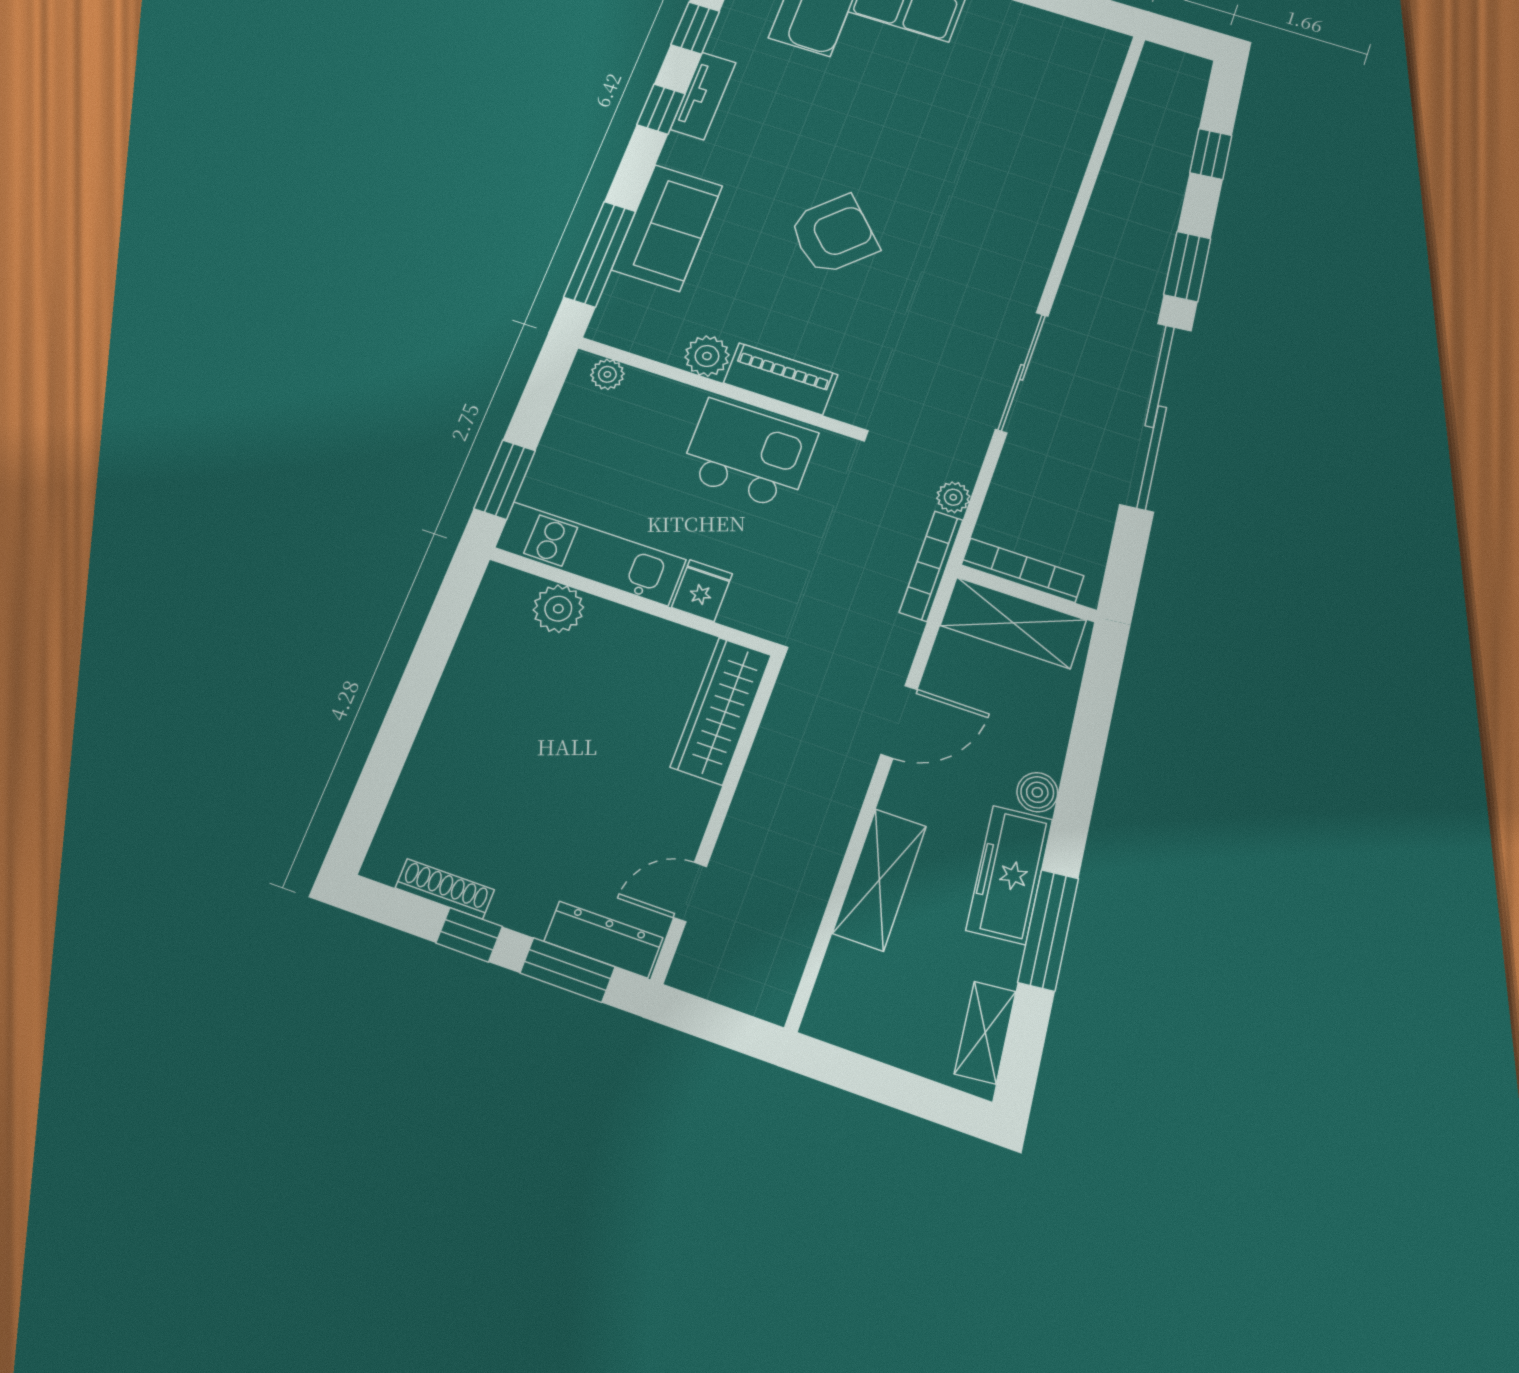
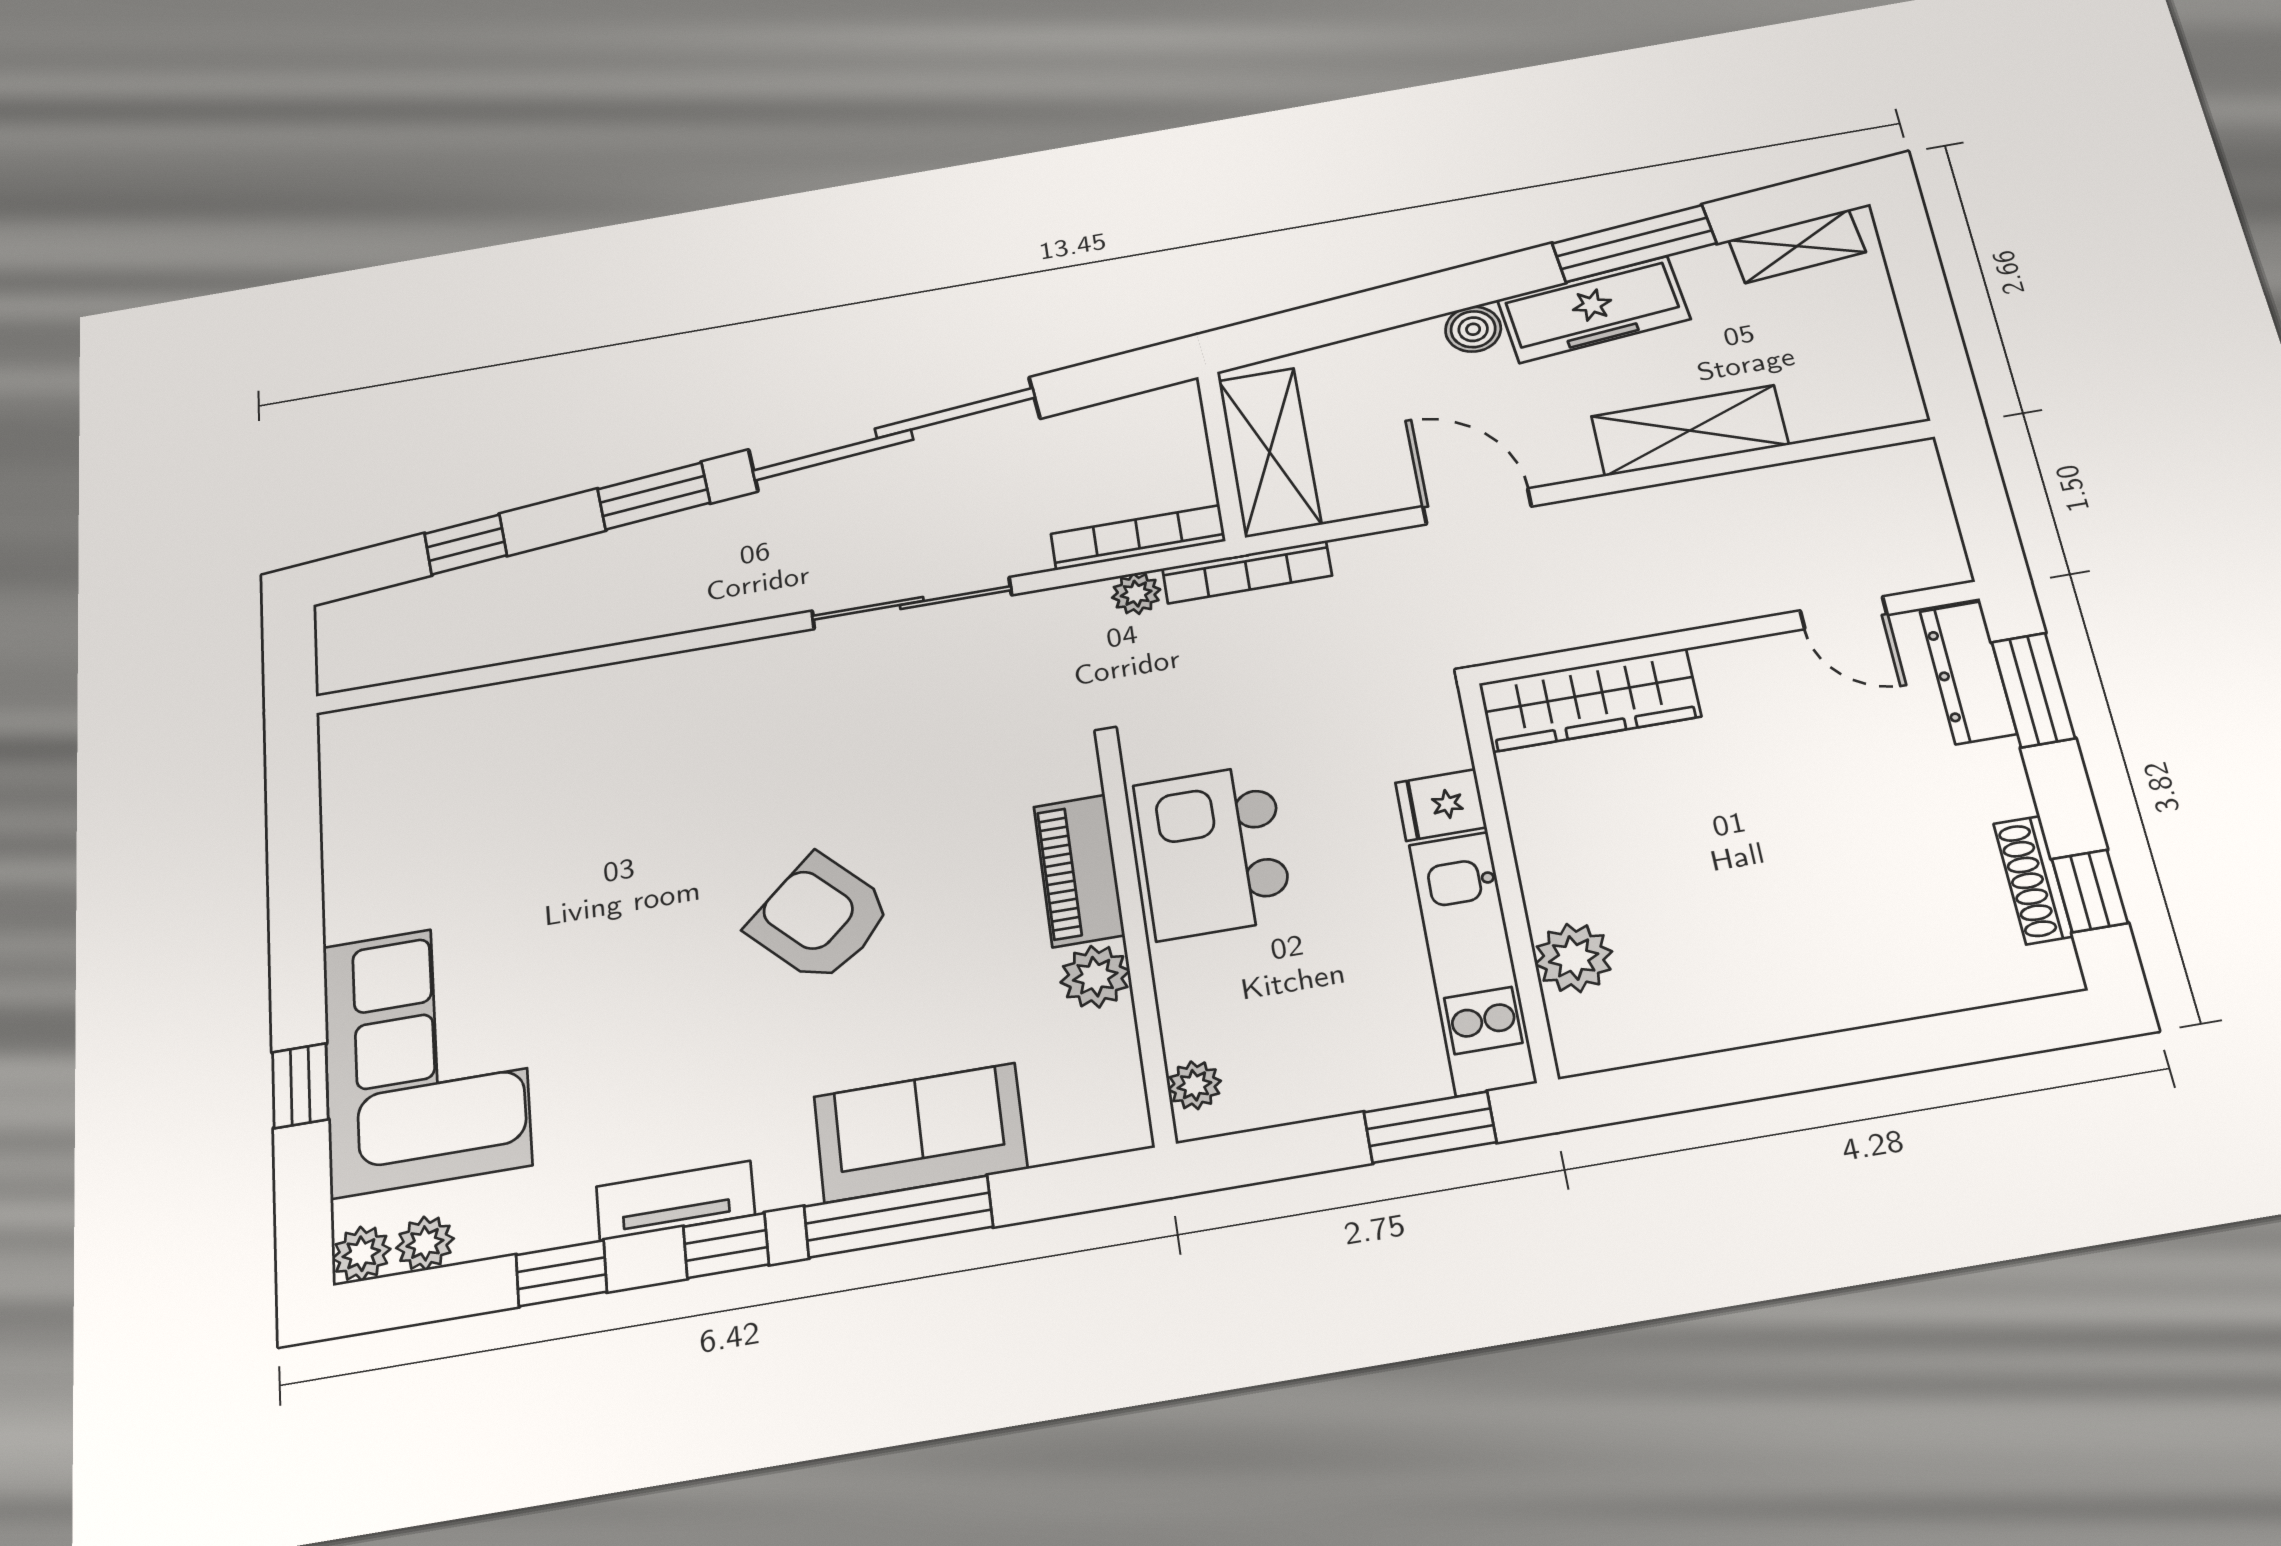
window: (600, 254) -> (898, 1217), moved
bookcase: (1022, 570) -> (1138, 538), moved, turned 90
window: (469, 935) -> (2090, 891), moved

